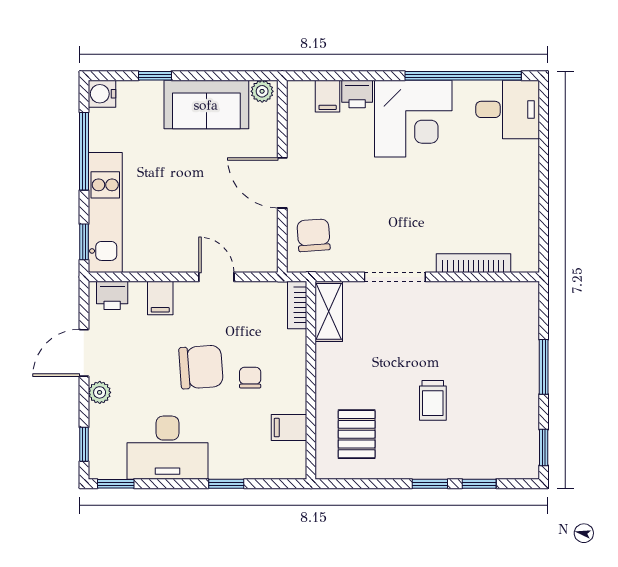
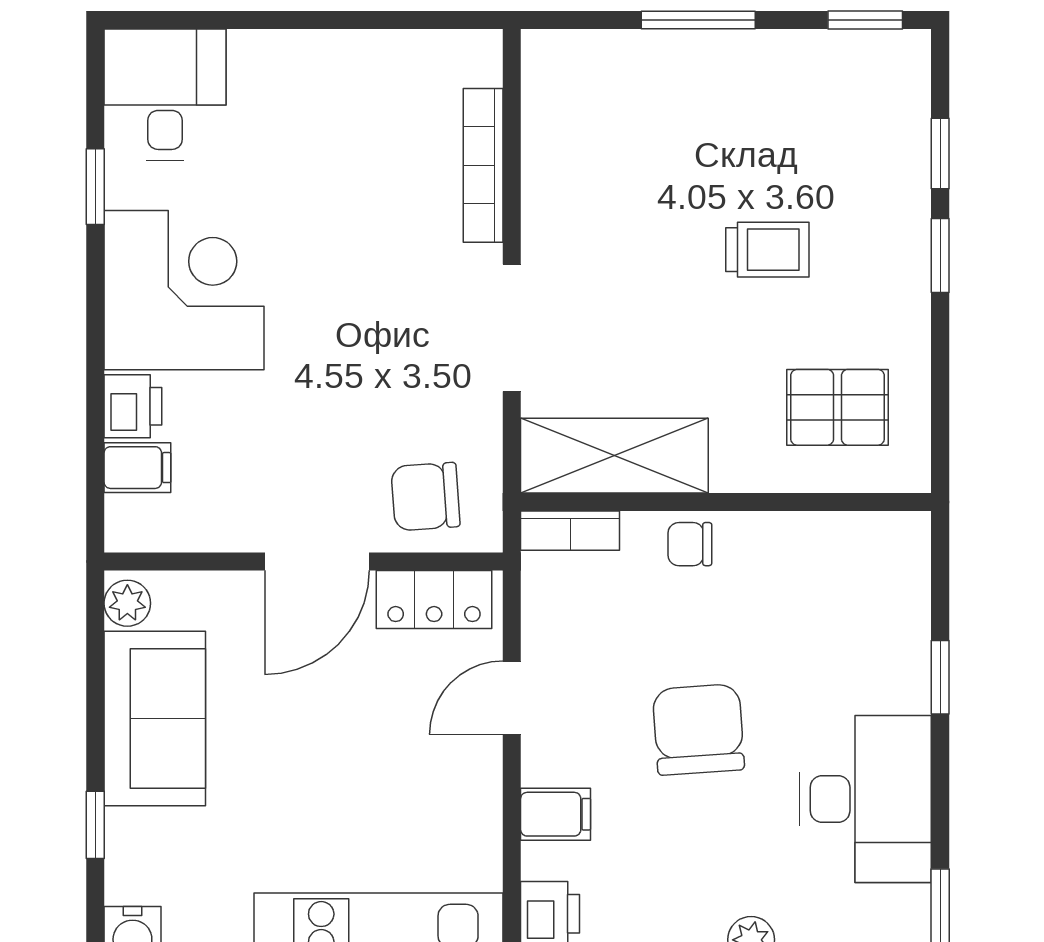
window: (463, 76) -> (95, 187), width x0.32
locker: (264, 239) -> (434, 599), added
shelving: (329, 311) -> (614, 456), width x1.50, depth x1.33
chair: (250, 378) -> (690, 544), moved
filing cabinet: (289, 428) -> (824, 547), removed

